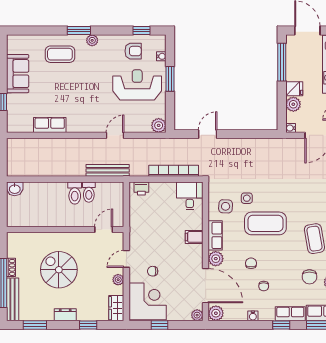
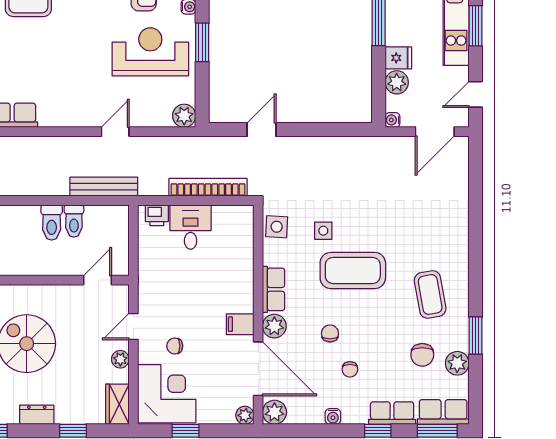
desk: (190, 196) -> (191, 227), moved
side table: (226, 206) -> (277, 227), moved
filing cabinet: (194, 237) -> (240, 324), moved

